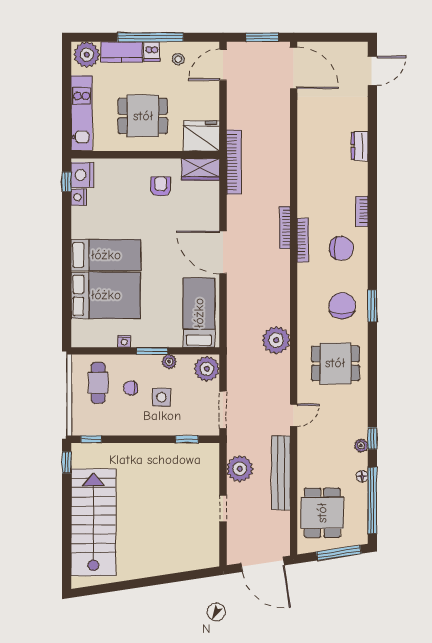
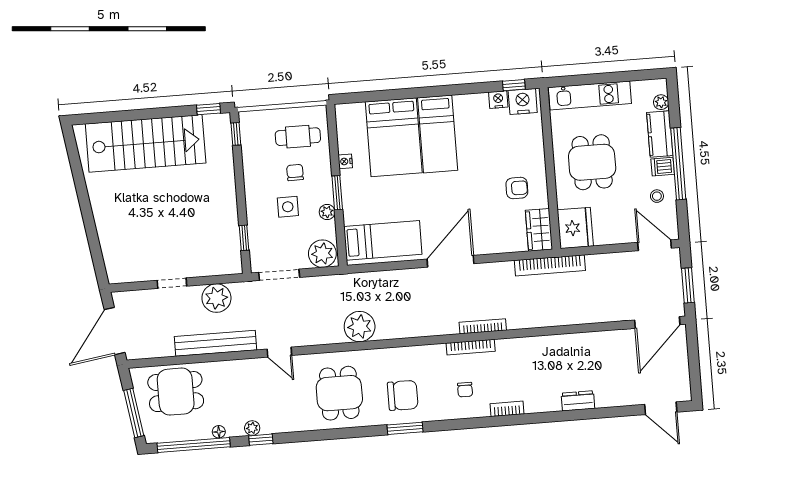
plant: (87, 55) -> (661, 102), width x0.53, depth x0.53
chair: (341, 248) -> (465, 390), width x0.54, depth x0.54

